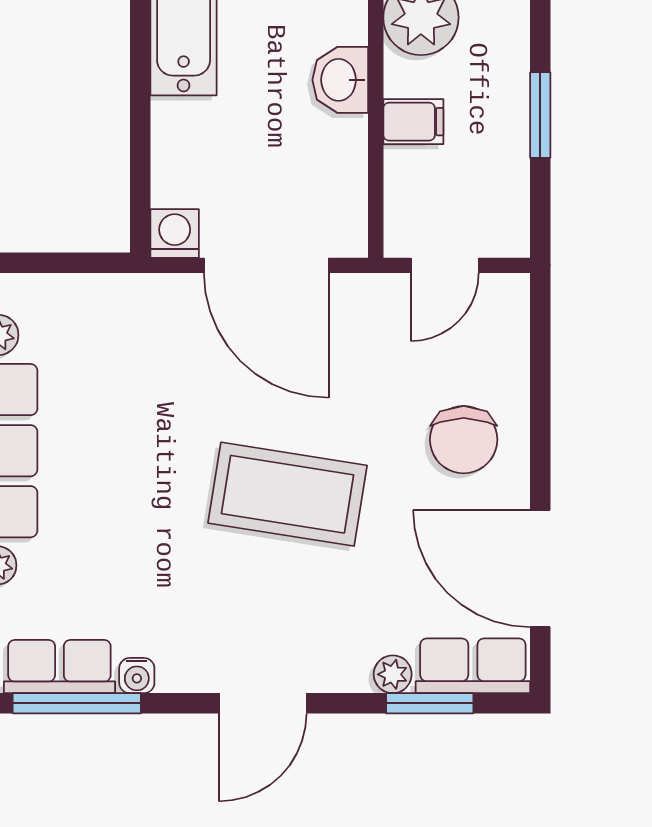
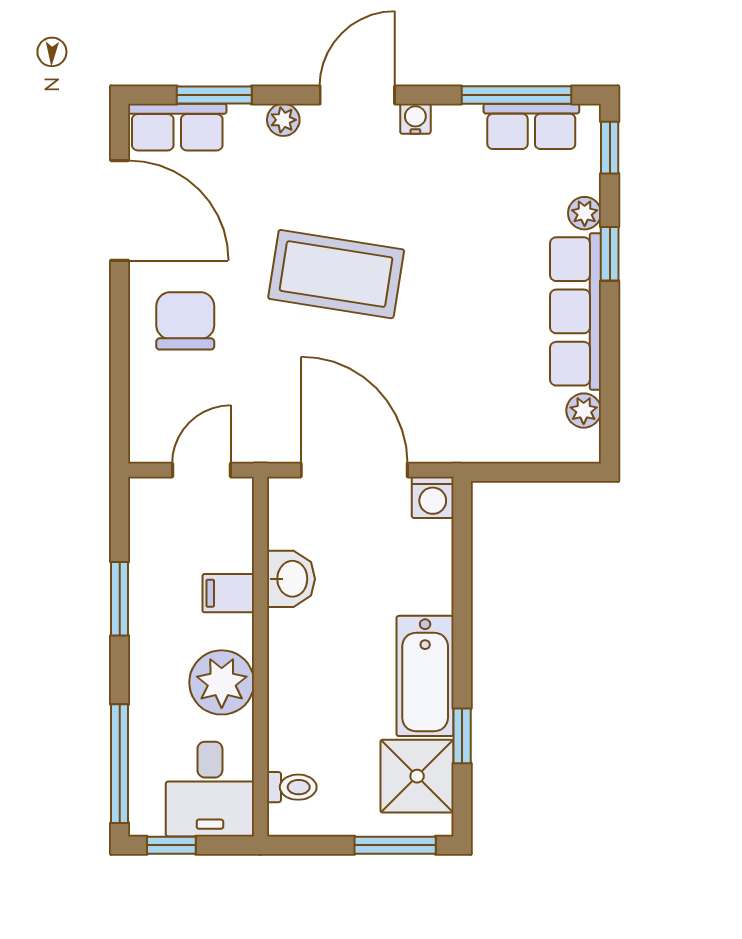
washbasin: (340, 80) -> (291, 579), moved
plant: (393, 674) -> (283, 120), moved
water cooler: (137, 676) -> (415, 119), moved

